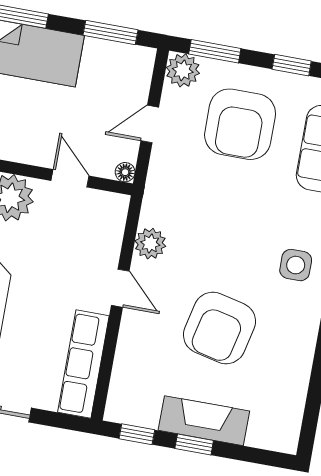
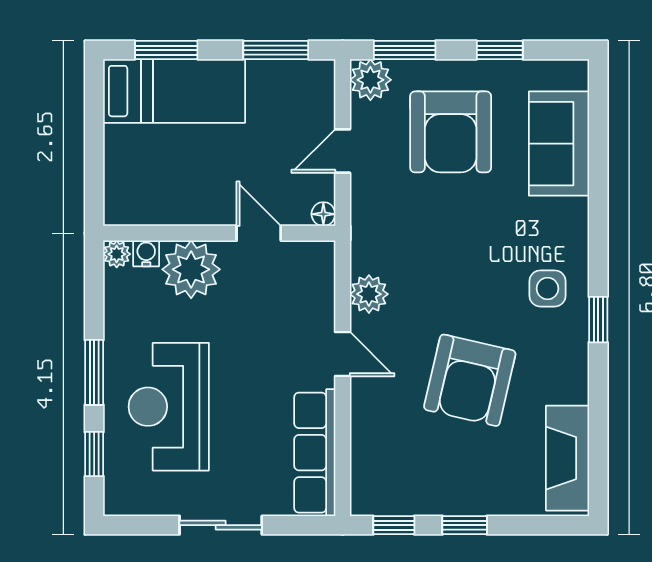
fireplace: (204, 421) -> (568, 458), moved, turned -90

